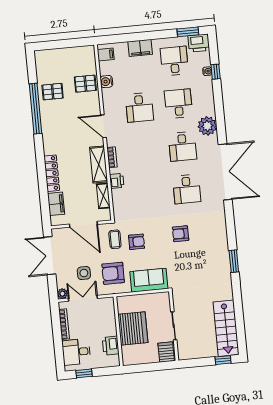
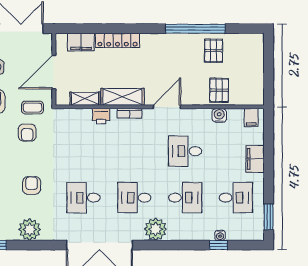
printer: (199, 43) -> (254, 229), removed
plant: (218, 232) -> (30, 229), added

